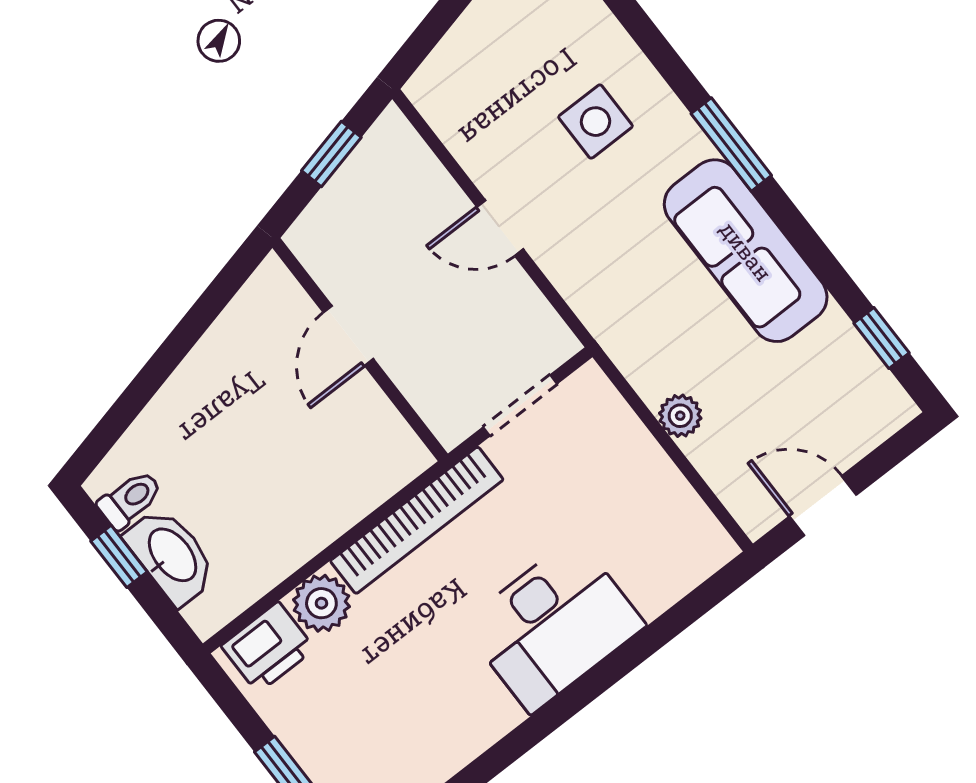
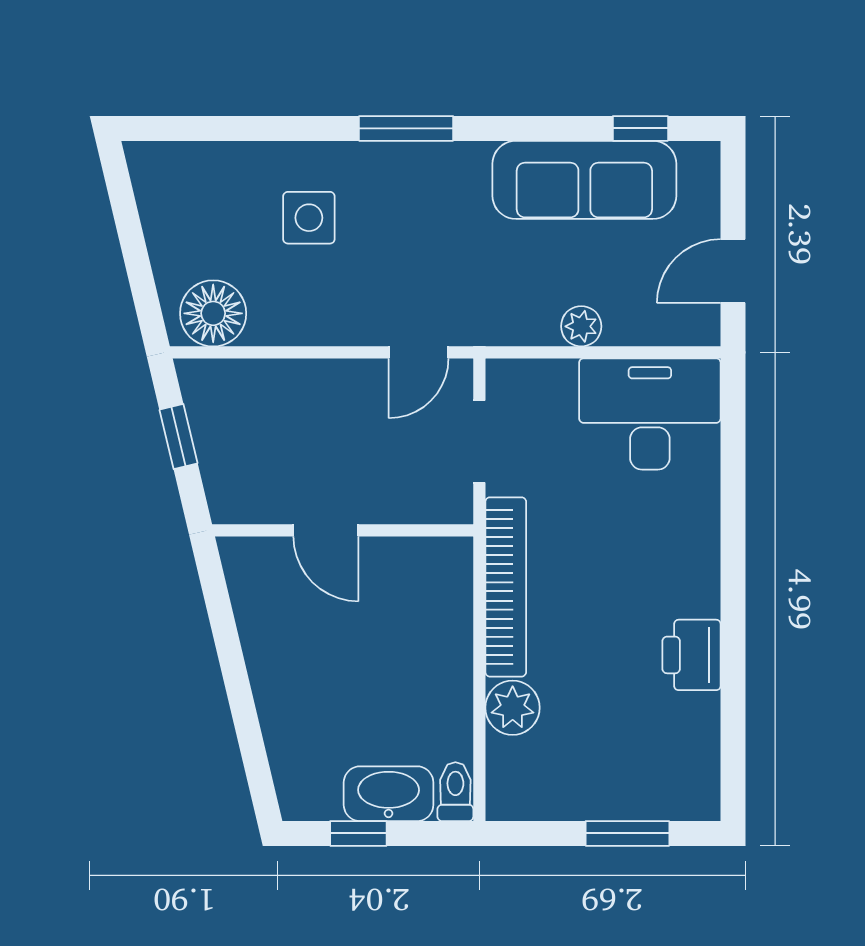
floor lamp: (455, 104) -> (213, 313), added
door: (500, 228) -> (419, 352), moved
sofa: (746, 251) -> (584, 180), moved
toilet: (130, 499) -> (455, 792), moved
desk: (553, 625) -> (650, 414), moved, turned -90
printer: (268, 647) -> (692, 655), moved, turned 180

